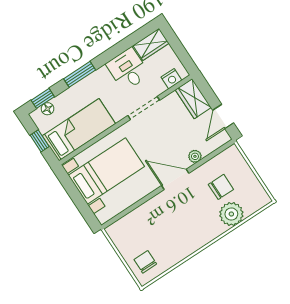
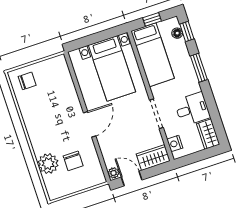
plant: (195, 156) -> (113, 173), moved

